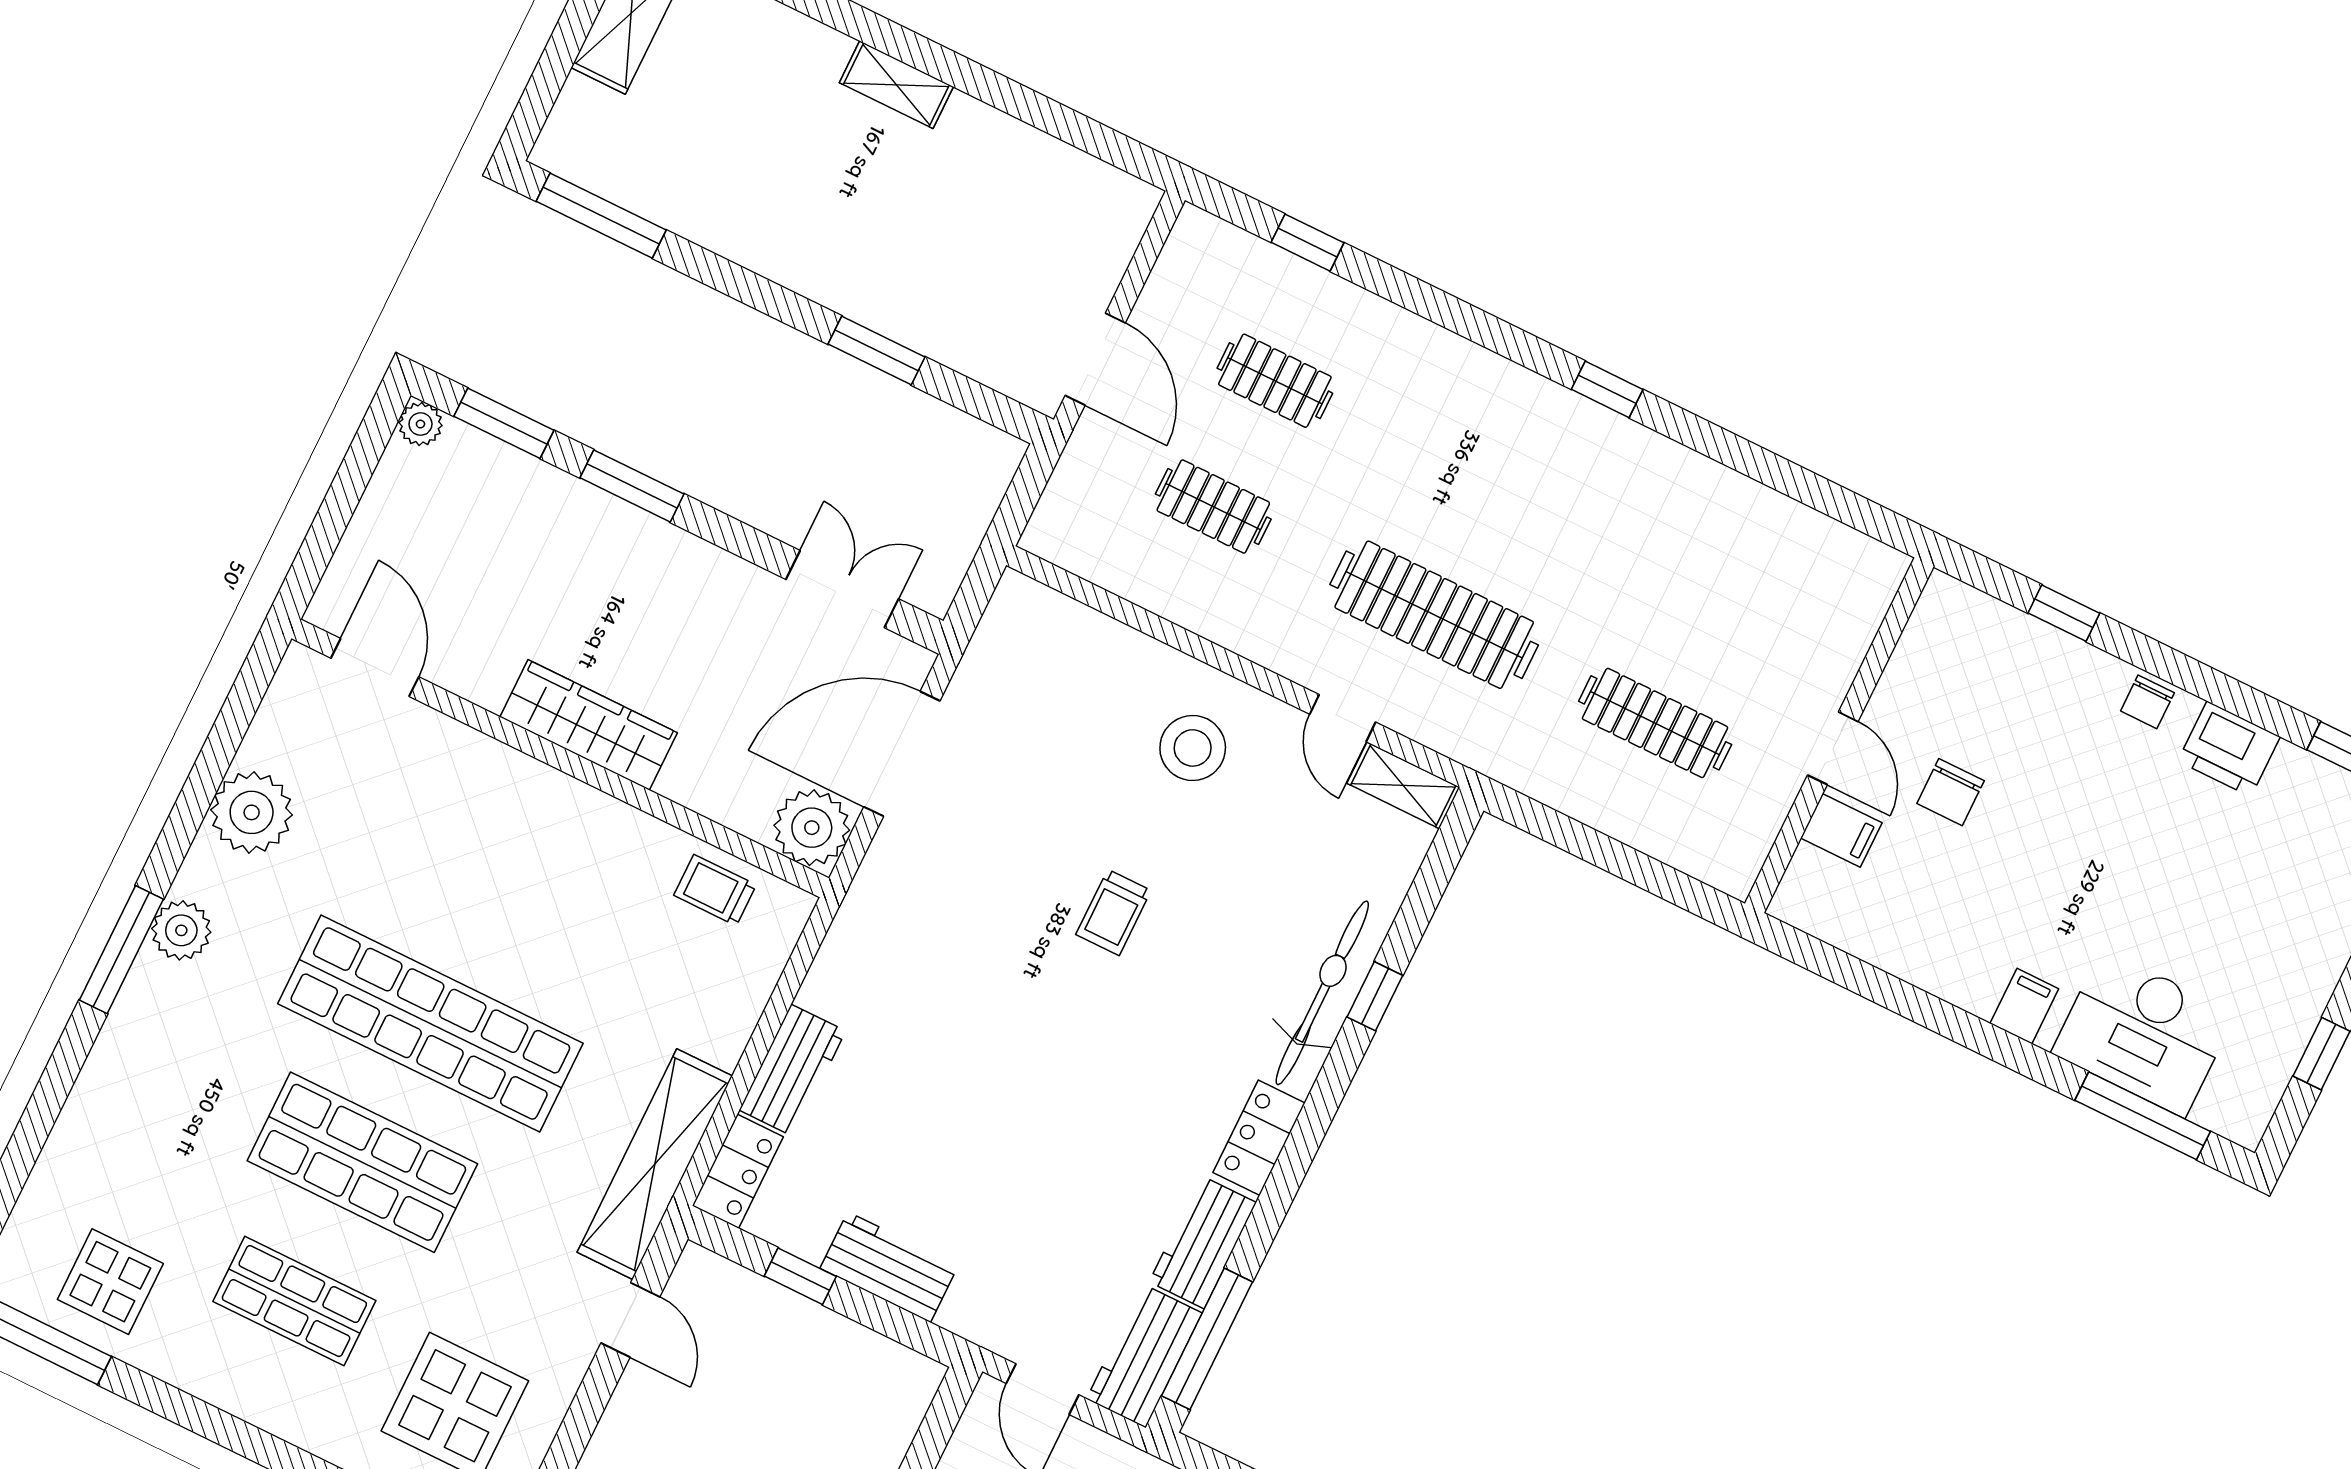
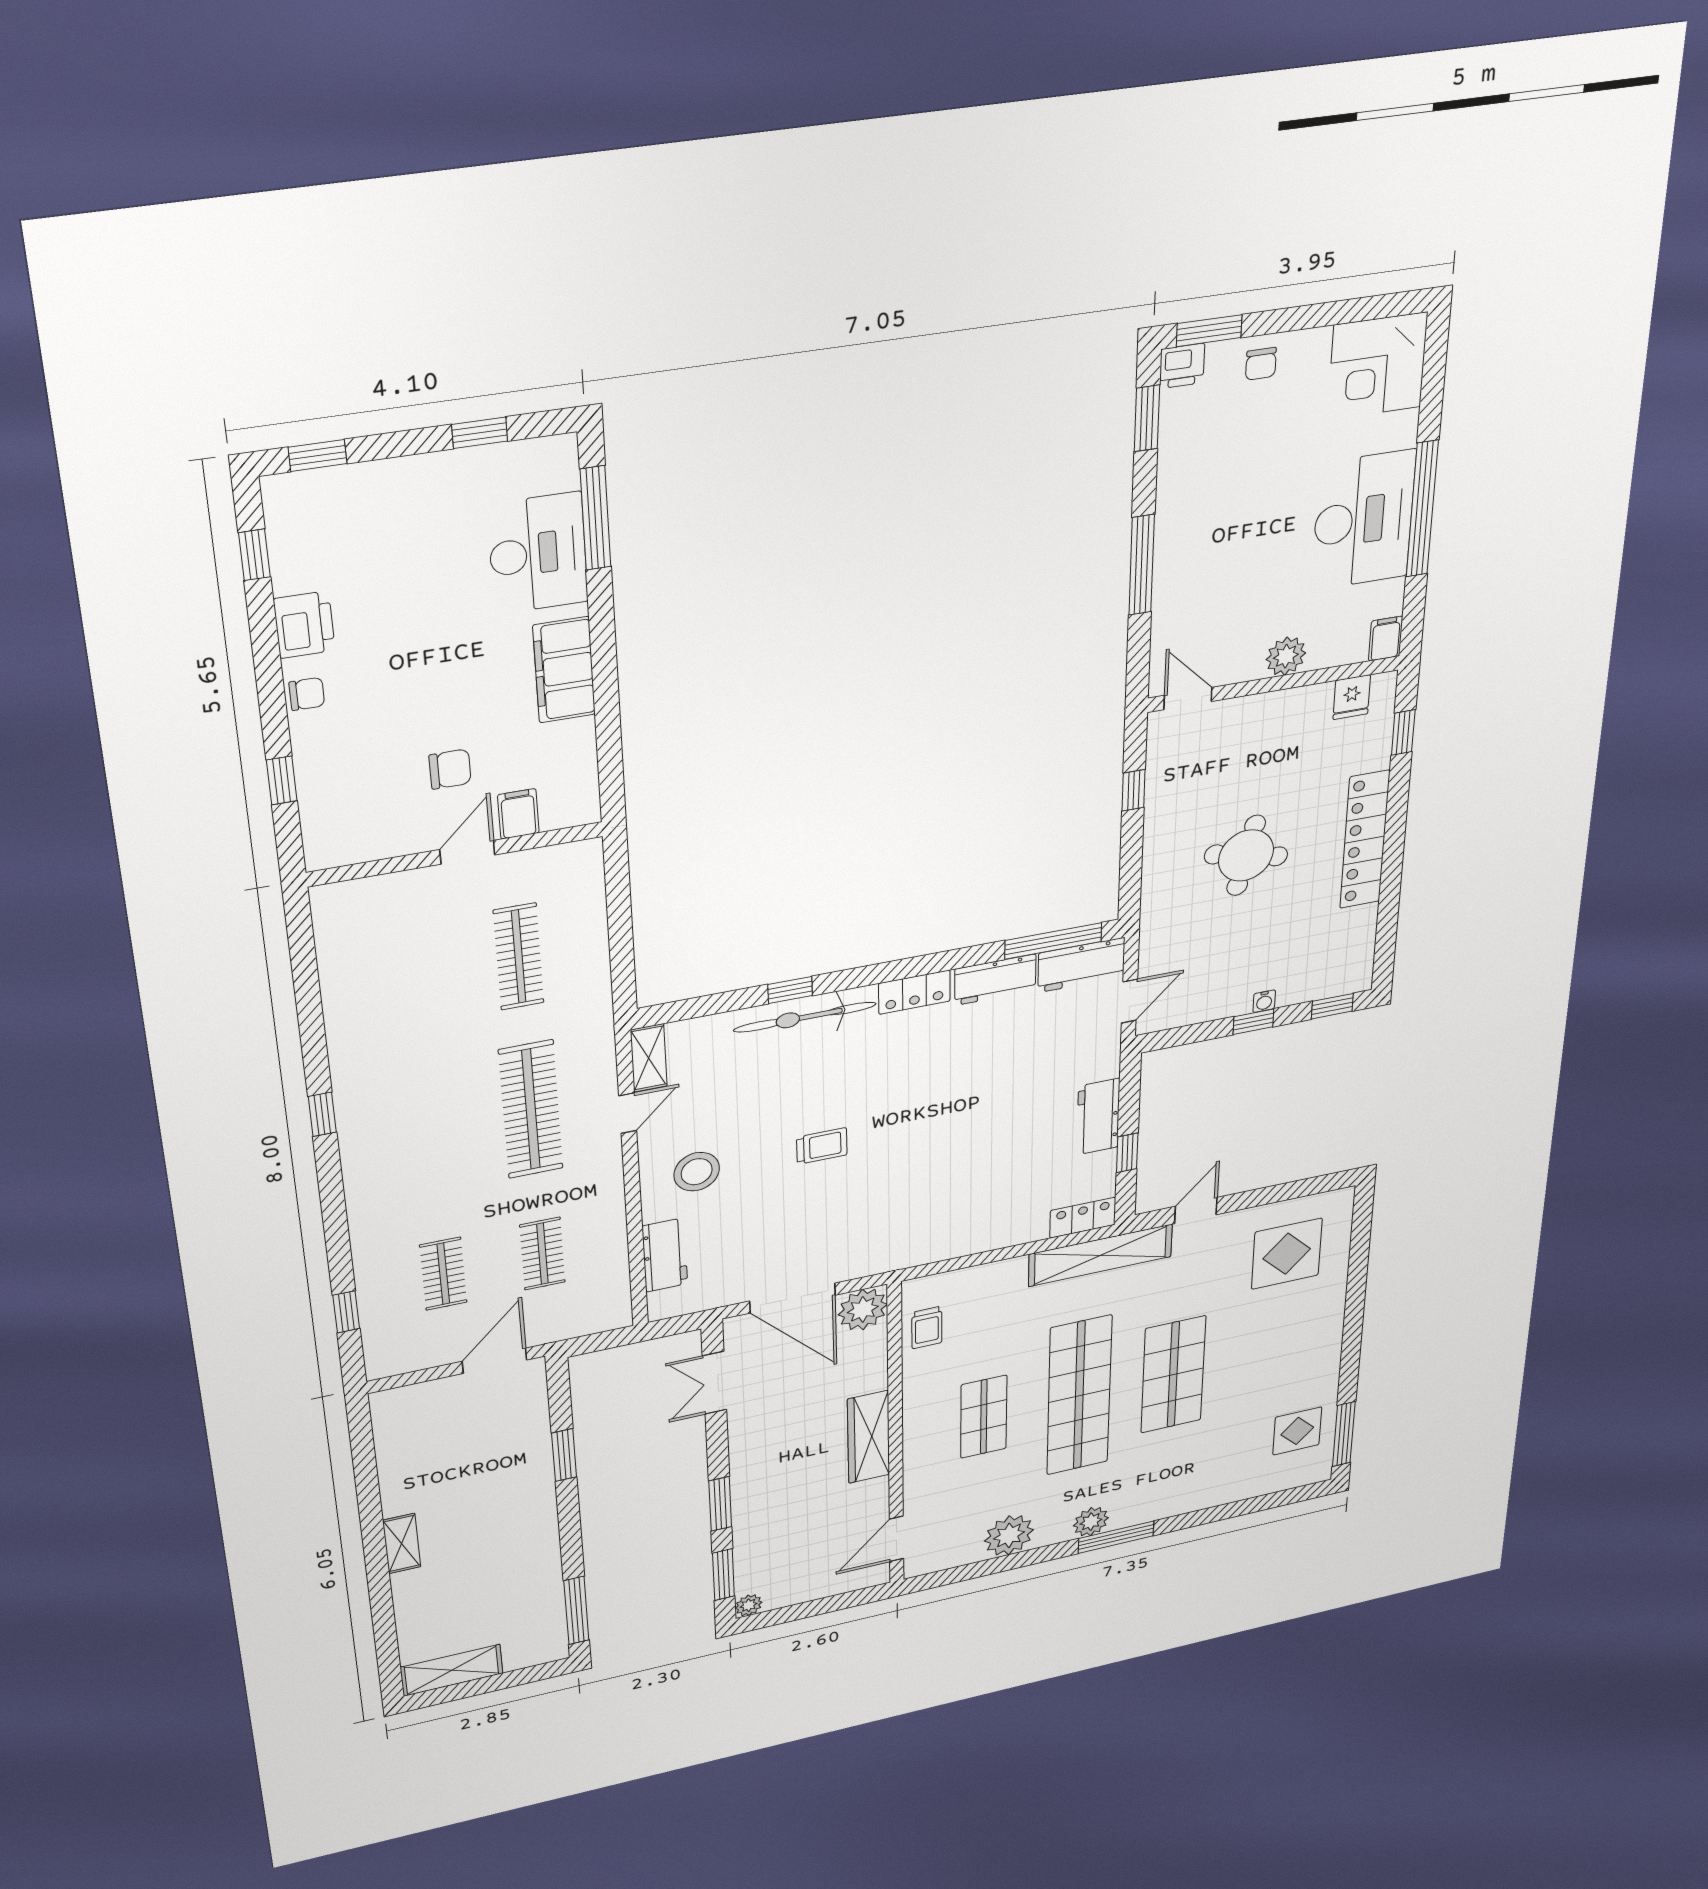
filing cabinet: (2024, 1006) -> (564, 670), width x3.00, depth x1.17
workbench: (792, 1071) -> (665, 1255), moved, turned 90
shop shelf: (294, 1301) -> (984, 1417), moved

